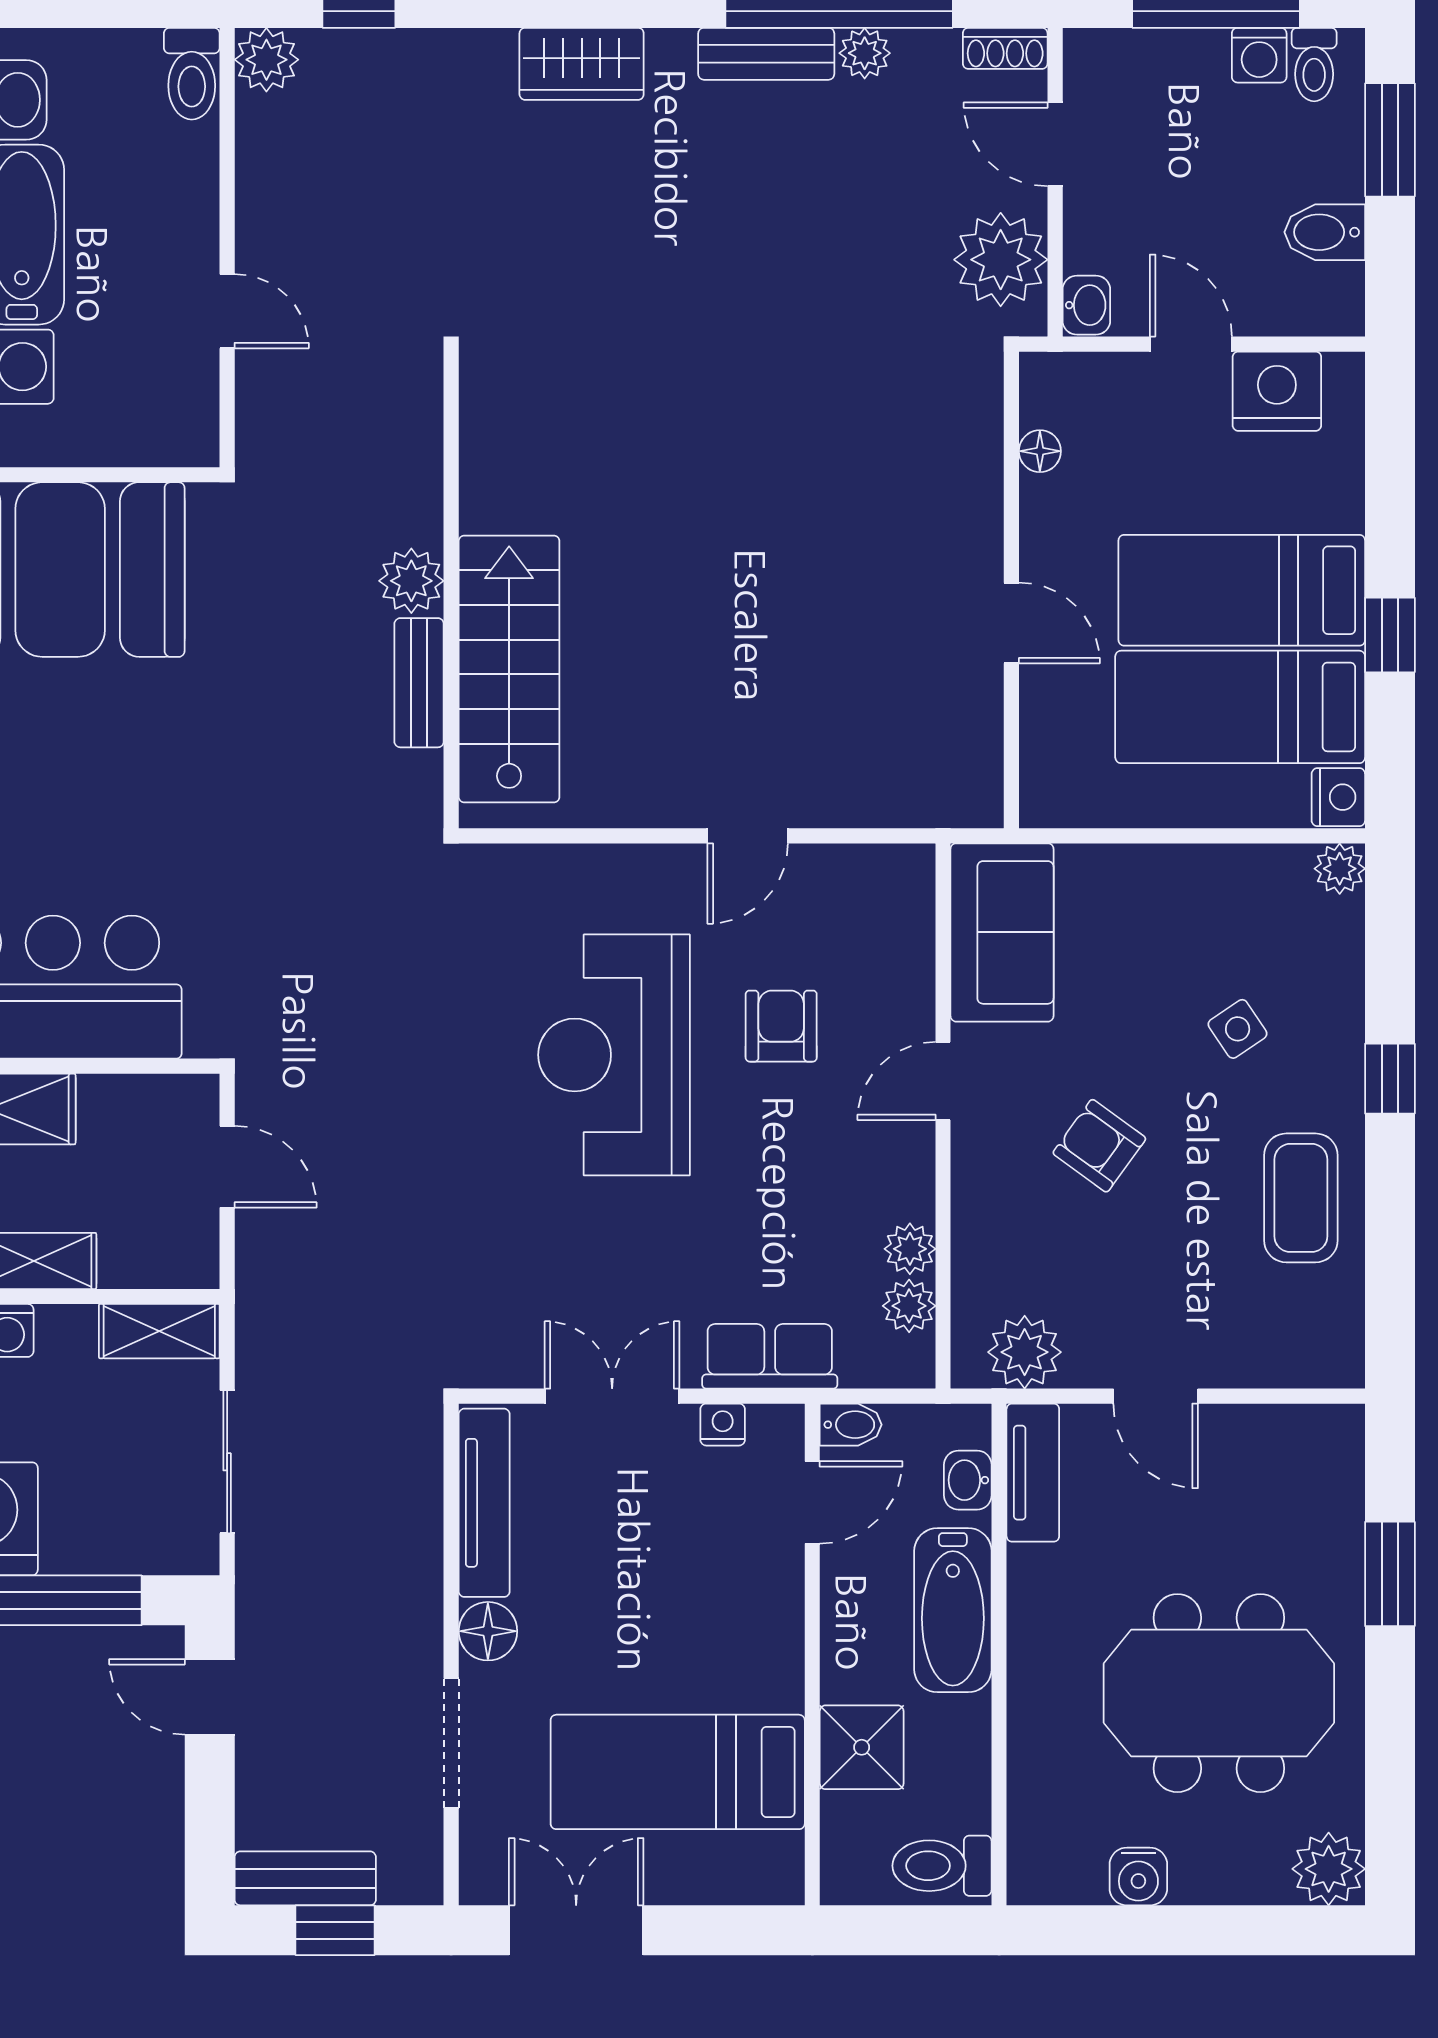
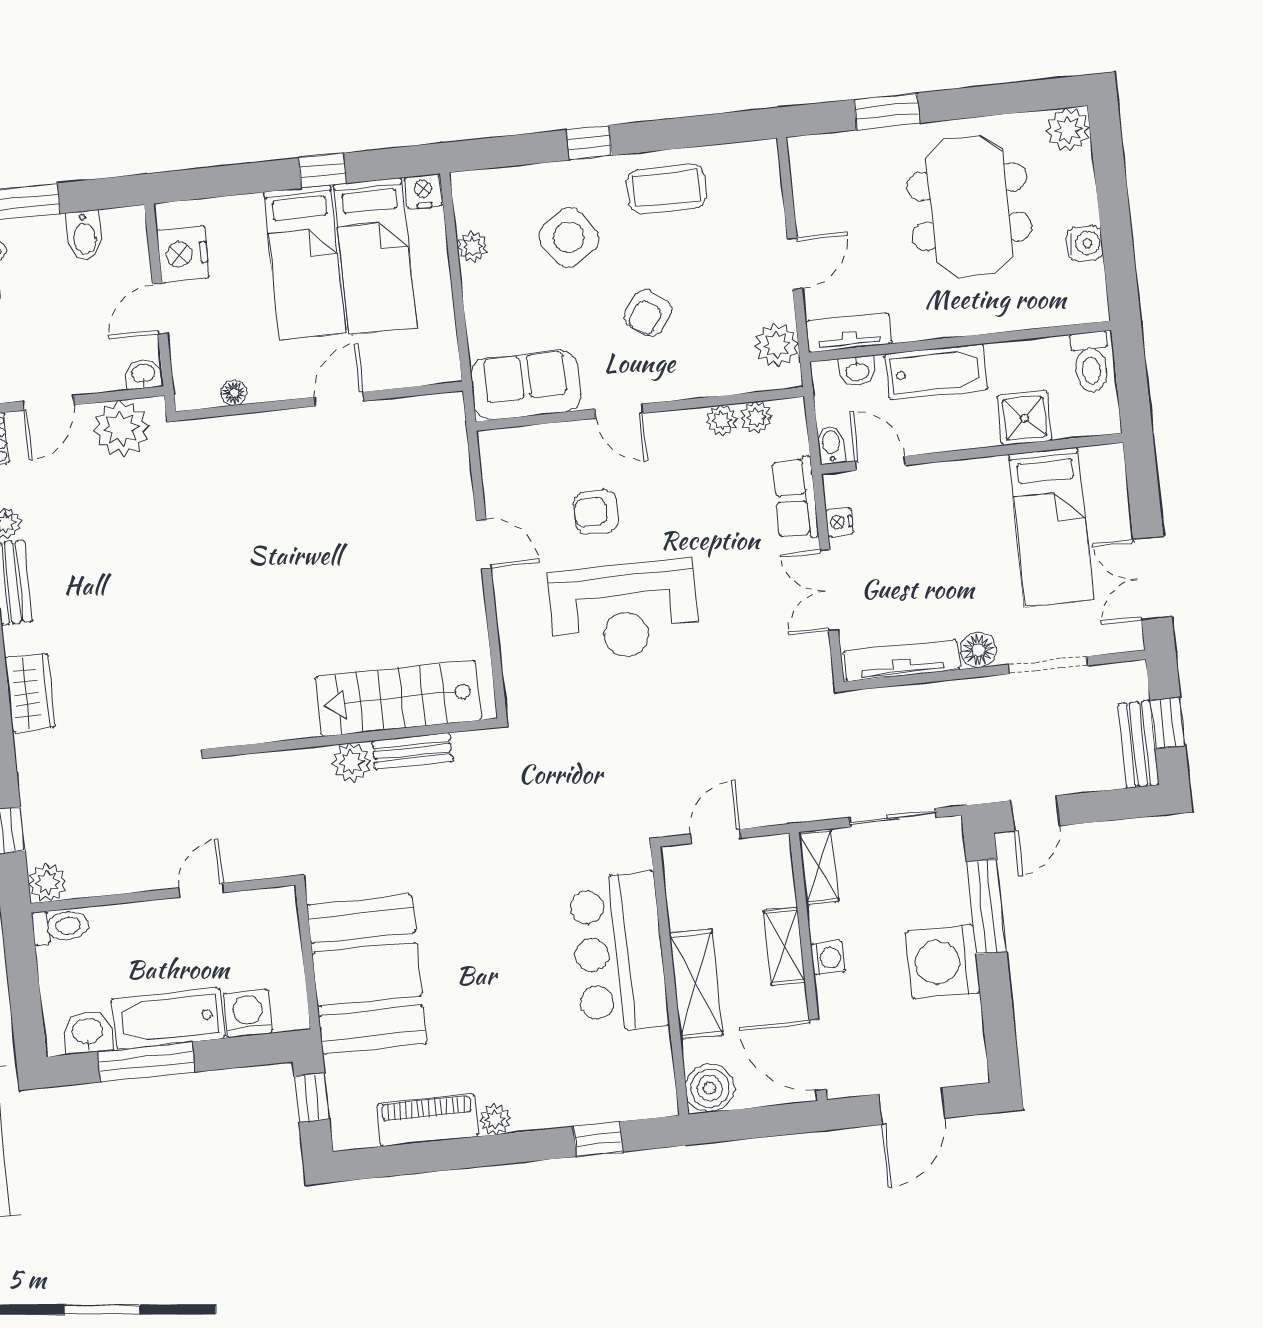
plant: (1340, 869) -> (472, 247), moved
side table: (1238, 1029) -> (569, 237), width x1.87, depth x1.87

